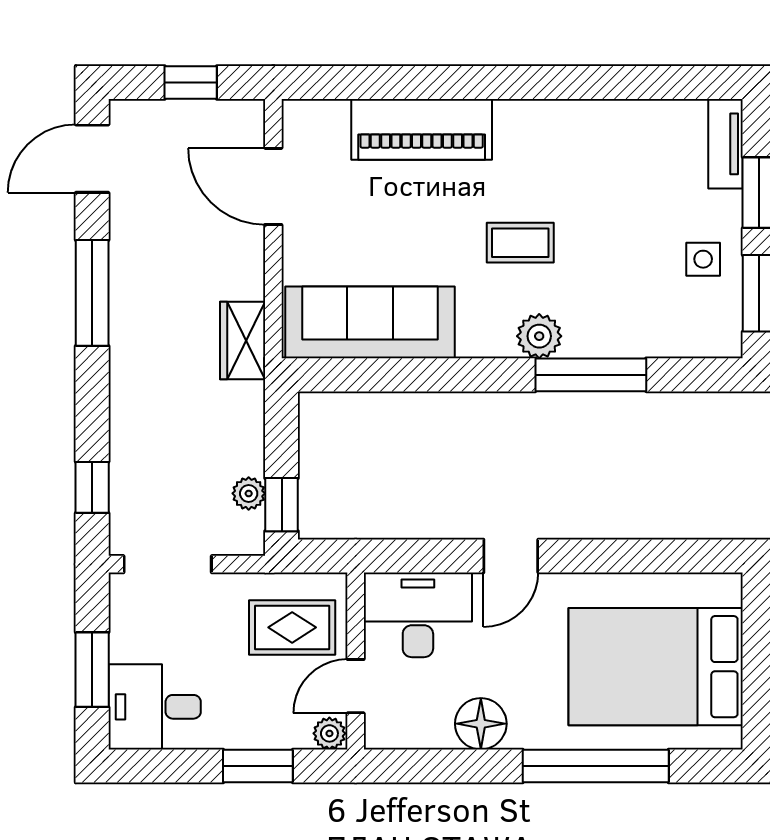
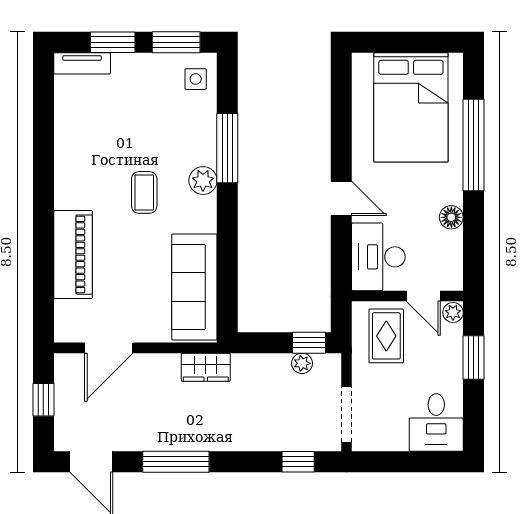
side table: (703, 259) -> (196, 79), moved
window: (92, 670) -> (413, 462), removed
floor lamp: (481, 724) -> (451, 217), width x0.73, depth x0.73

